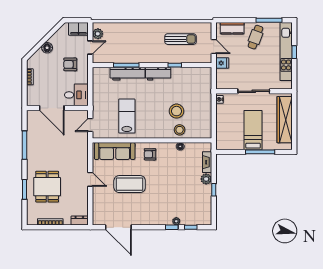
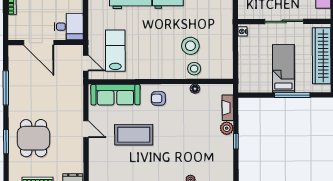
lab bench: (127, 116) -> (115, 51), moved
door: (90, 125) -> (86, 63), swing flipped

